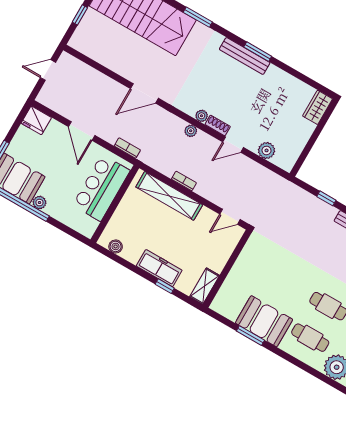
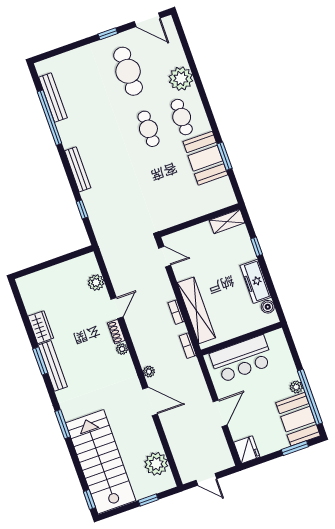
plant: (98, 49) -> (156, 464), added
wardrobe: (318, 107) -> (41, 327), moved, turned -90
plant: (191, 131) -> (149, 372), moved
door: (233, 145) -> (117, 308), hinge flipped
bookcase: (127, 148) -> (188, 346), moved
freezer: (159, 268) -> (256, 281), moved

